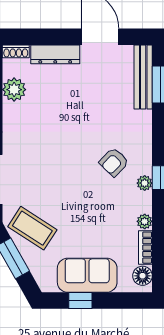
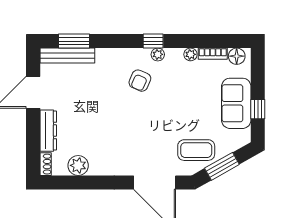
armchair: (114, 162) -> (140, 81), turned 70
coffee table: (32, 228) -> (196, 150), turned 57

